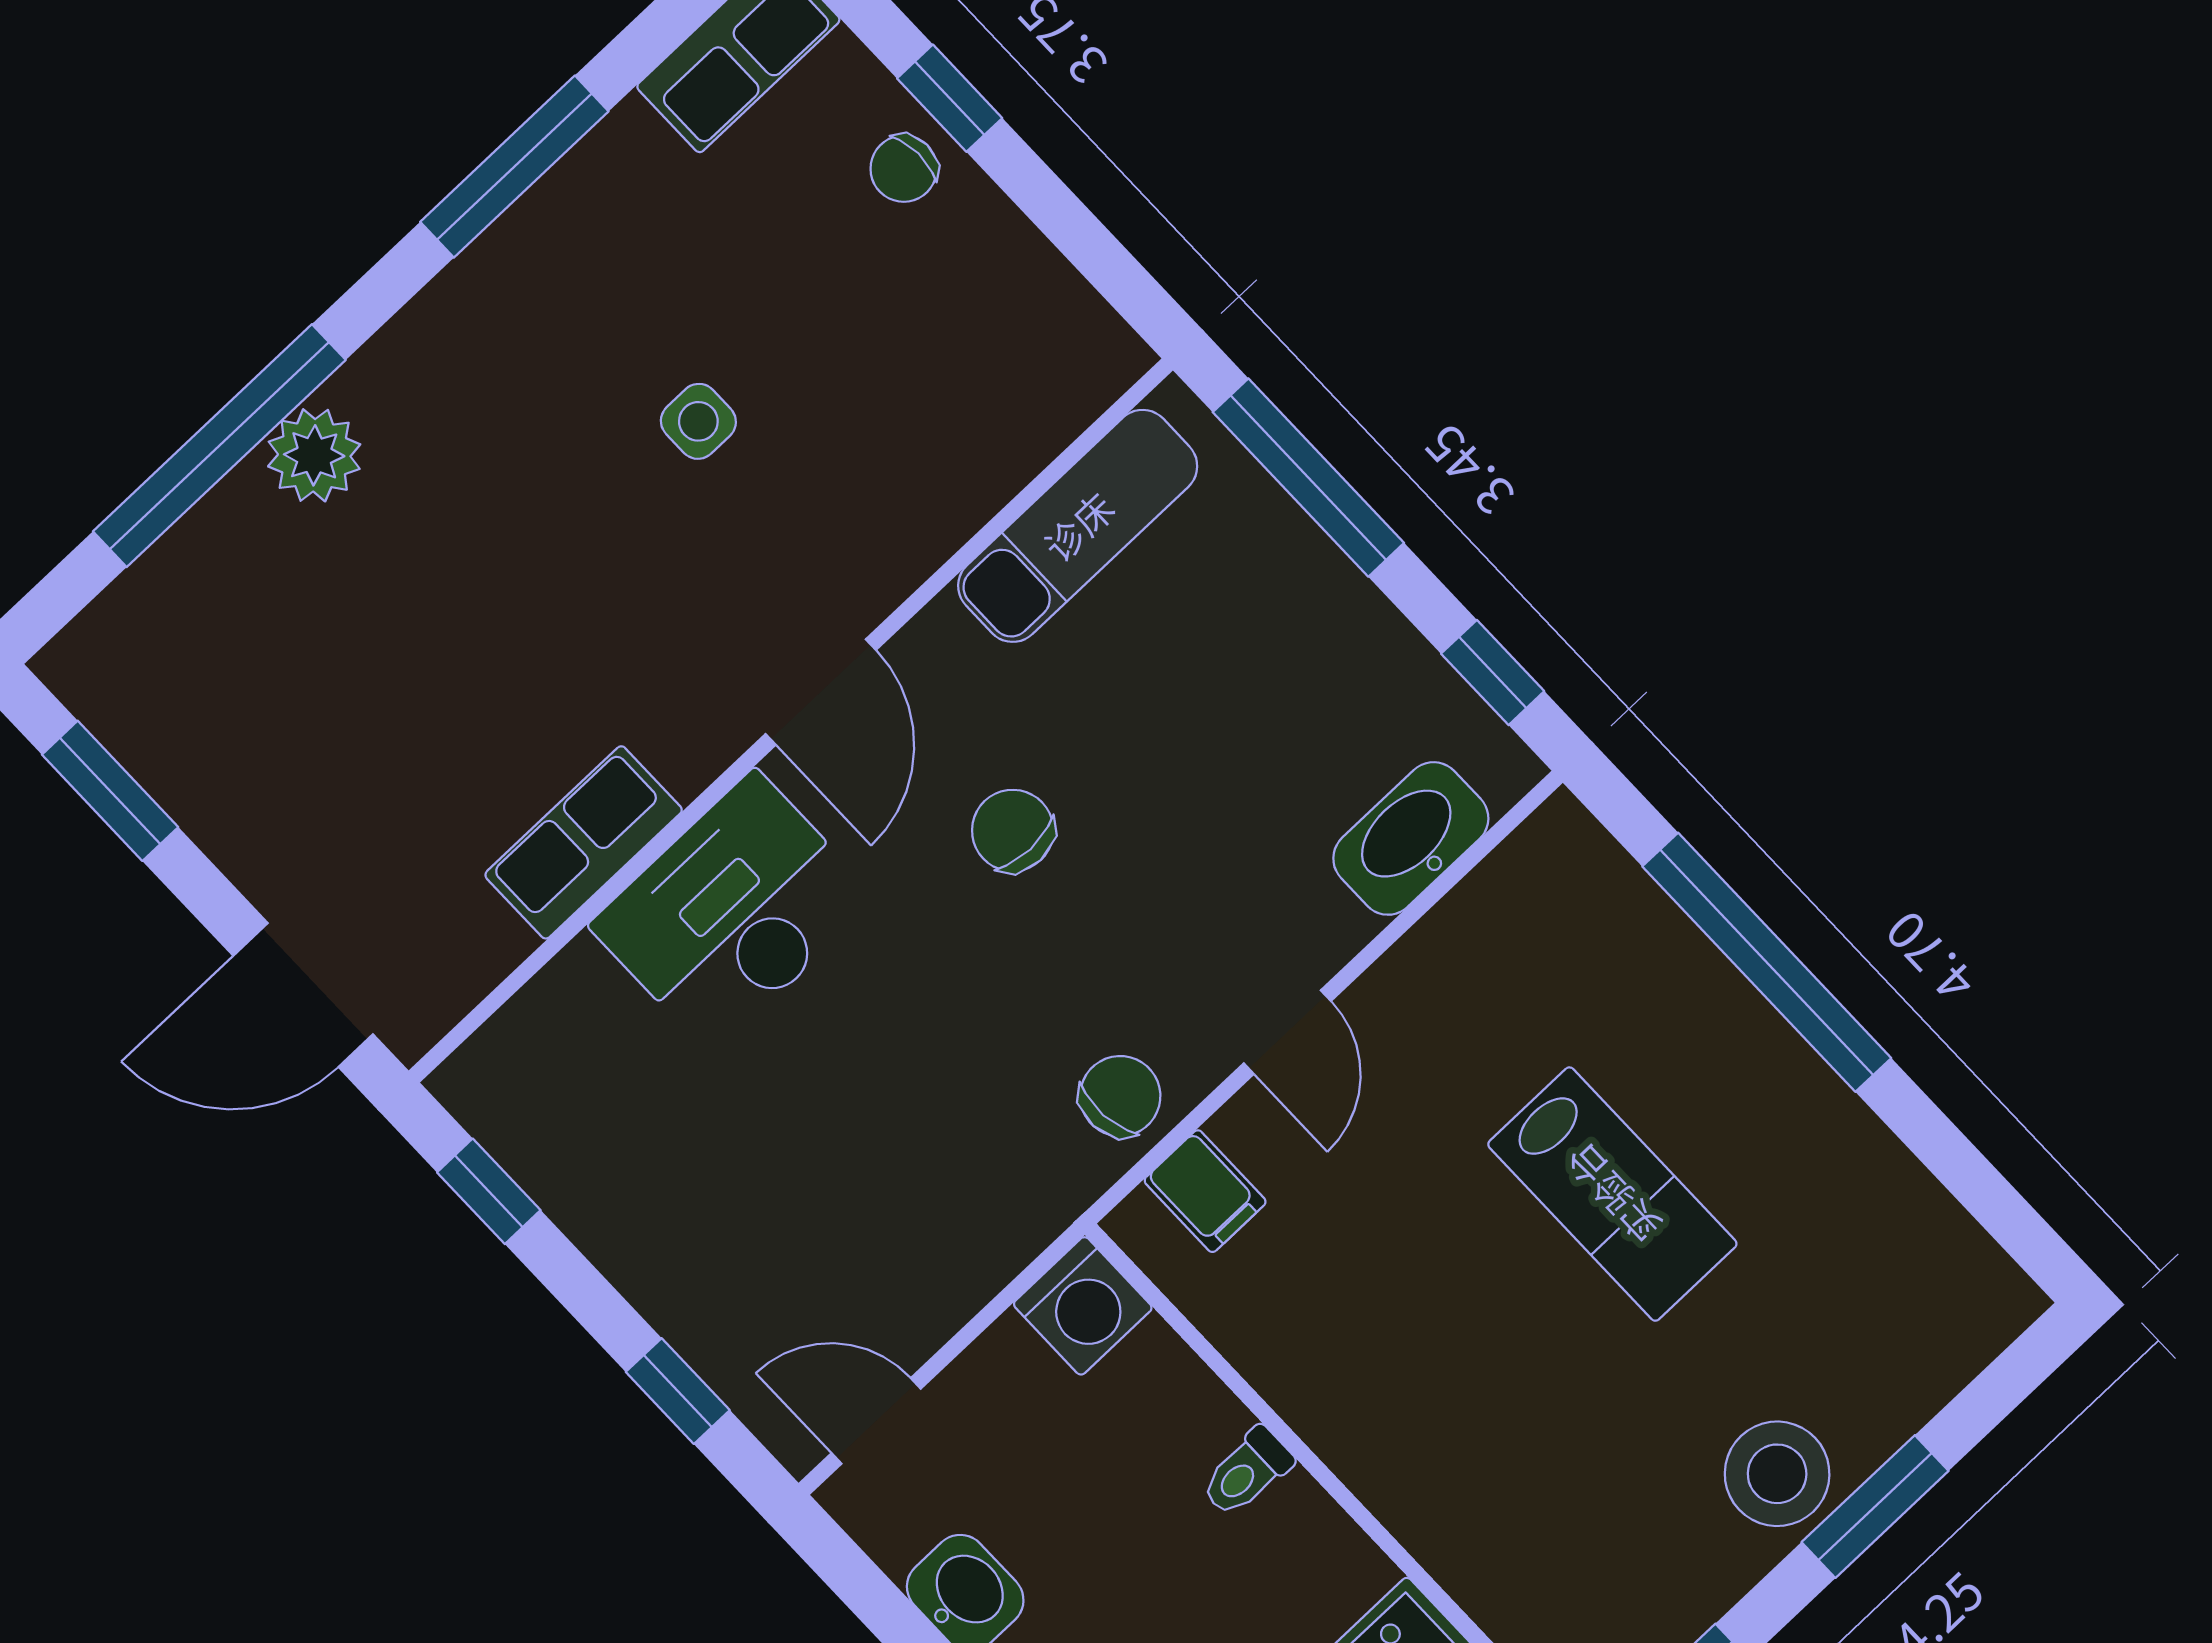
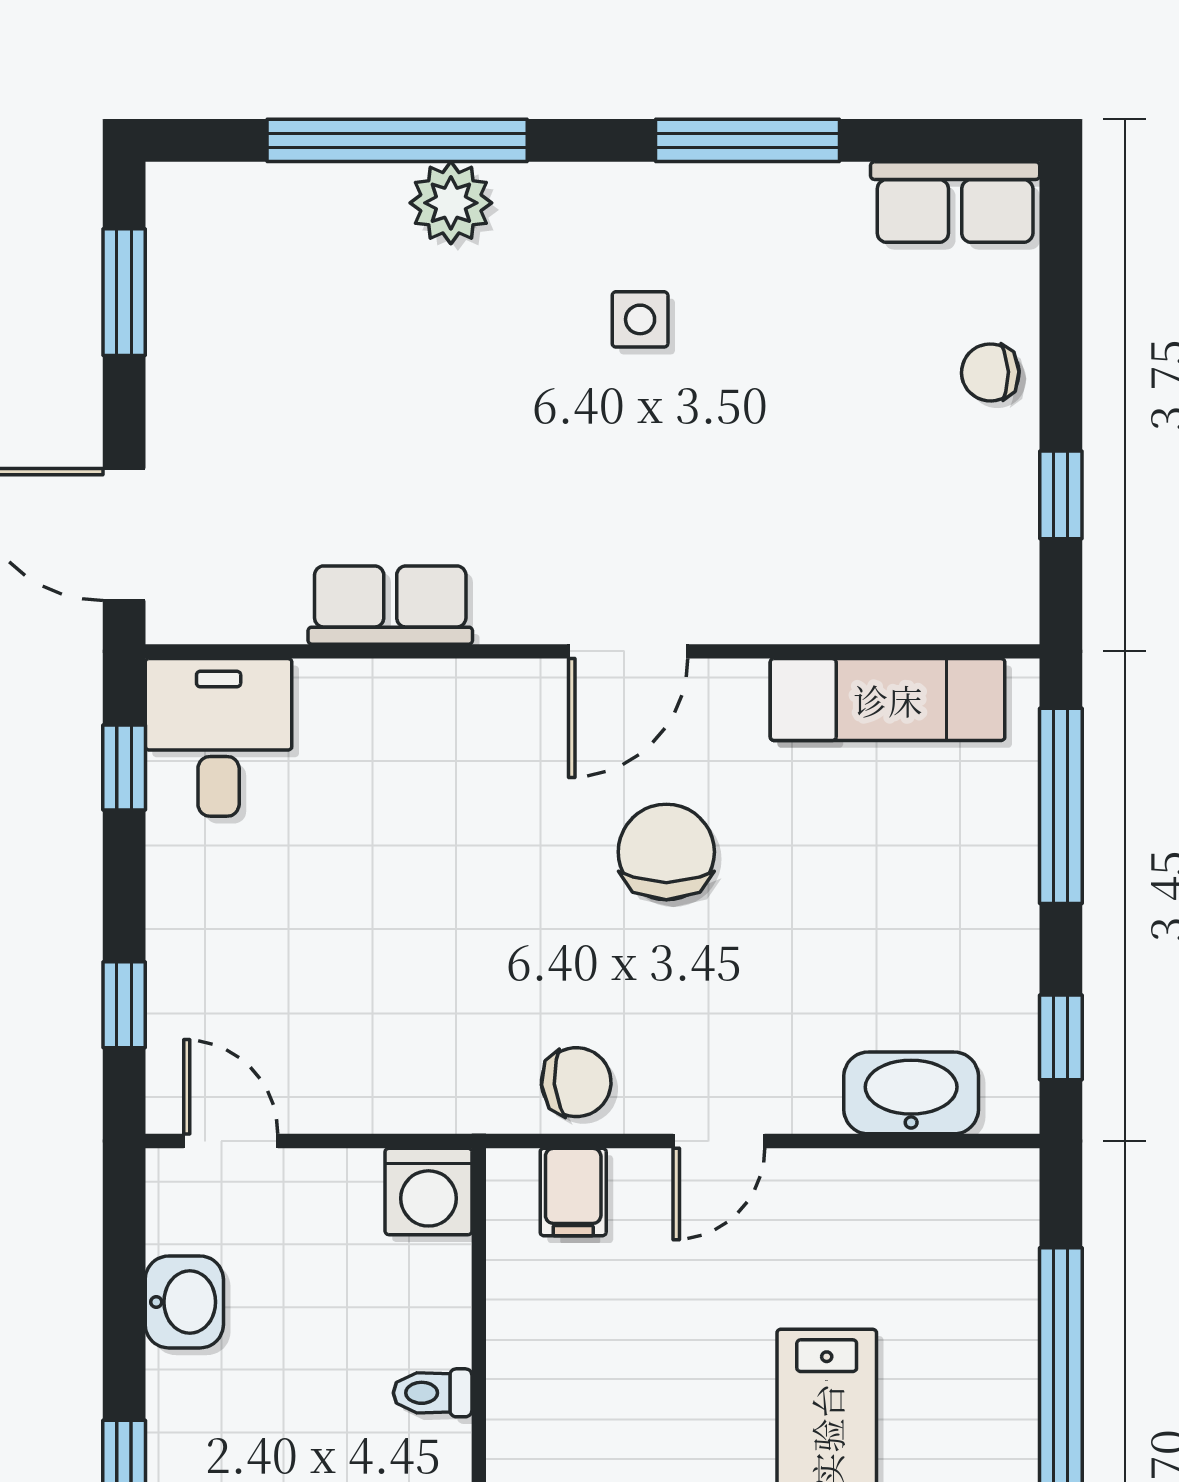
window: (950, 98) -> (1061, 495), moved
side table: (698, 421) -> (640, 319), moved
chair: (1013, 831) -> (666, 852), width x1.37, depth x1.37
desk: (733, 912) -> (219, 737), moved, width x0.73

